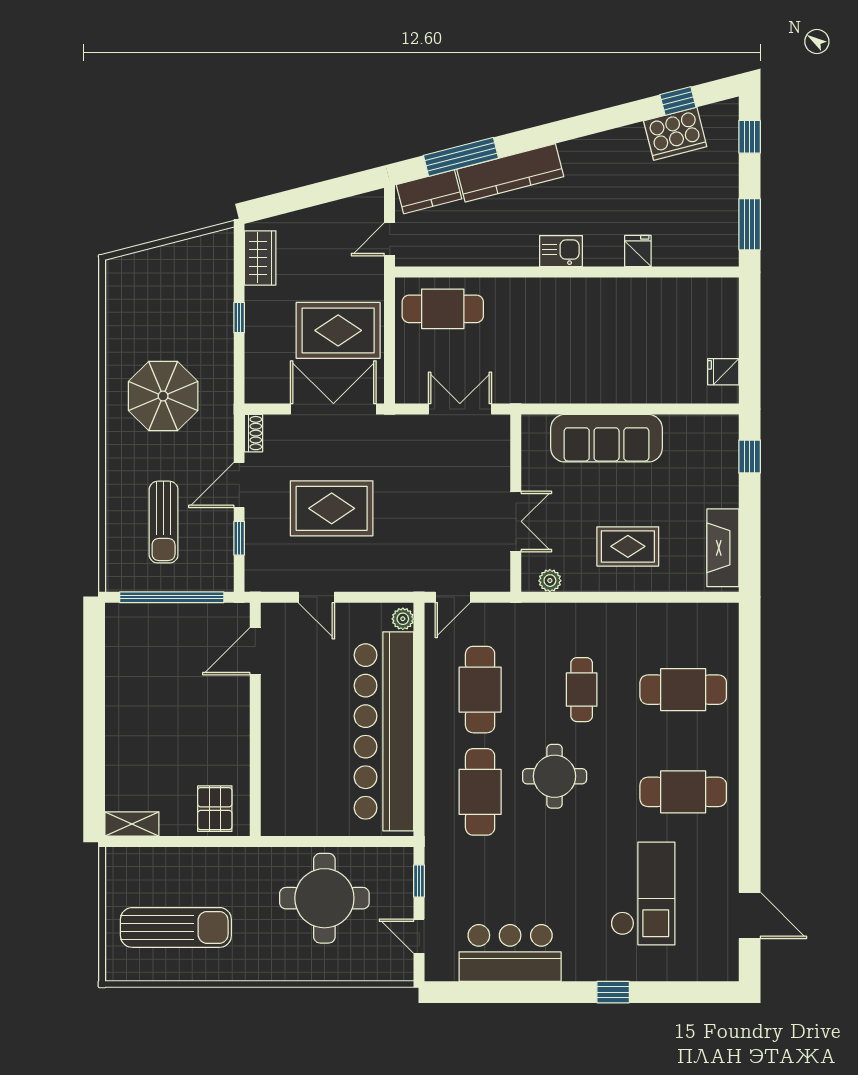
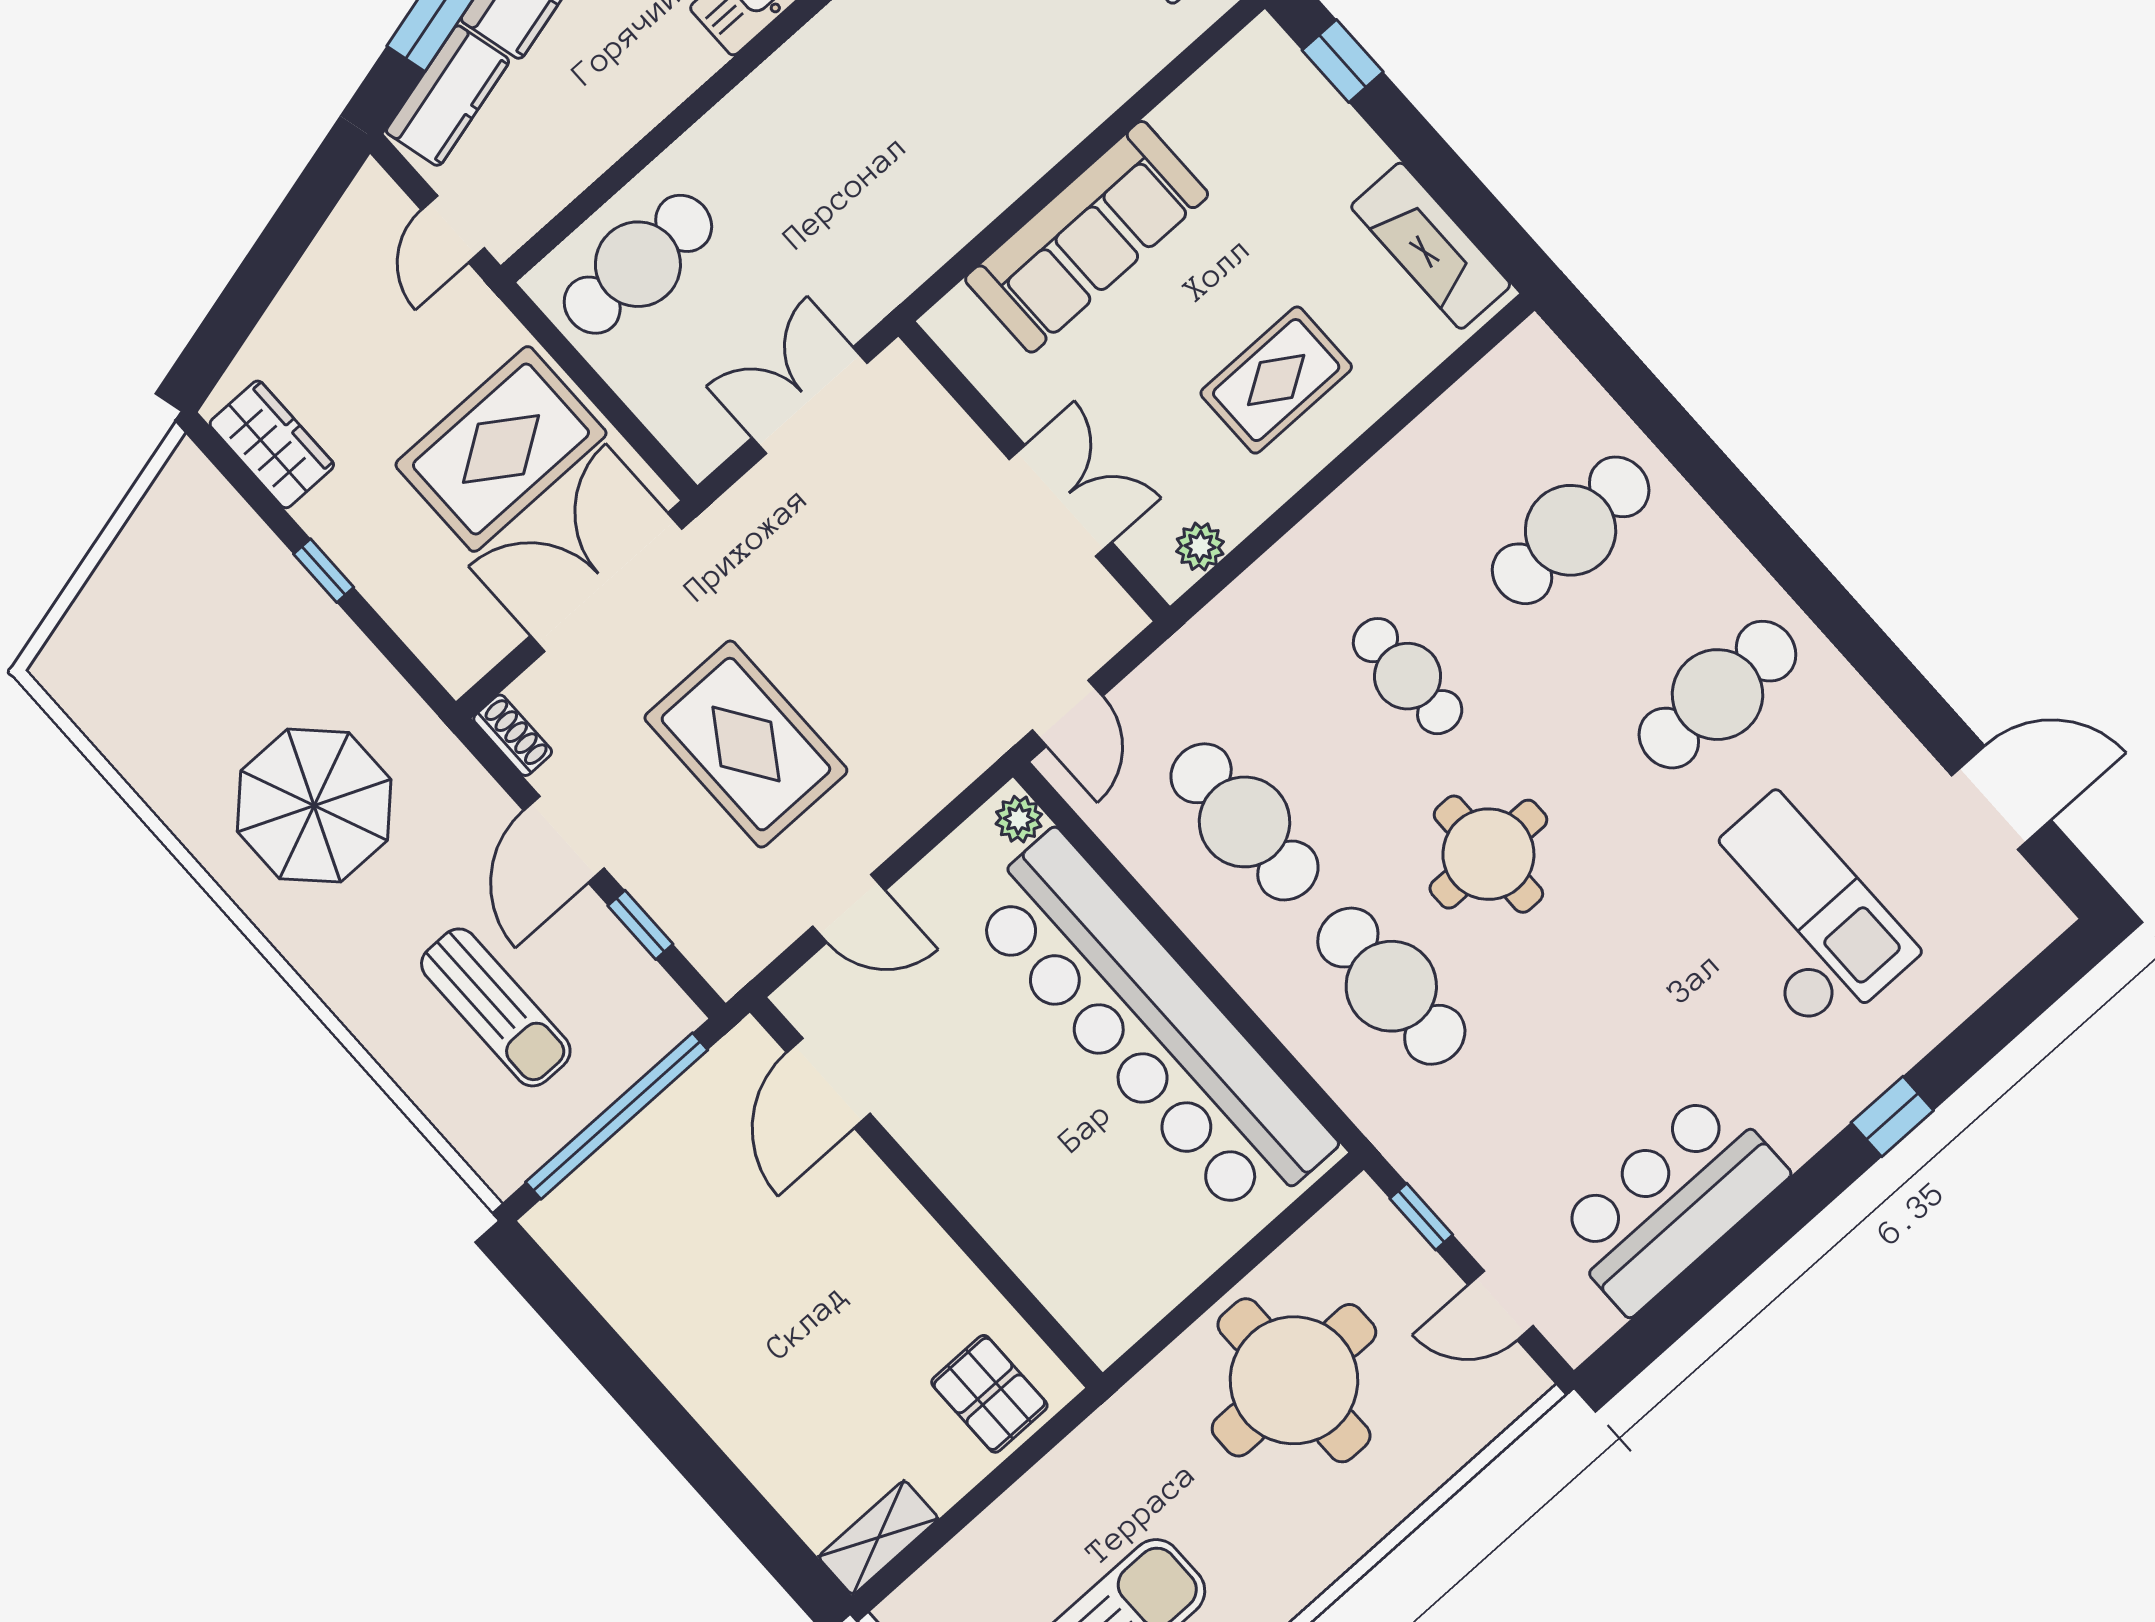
rug: (332, 508) -> (746, 744), turned 90

